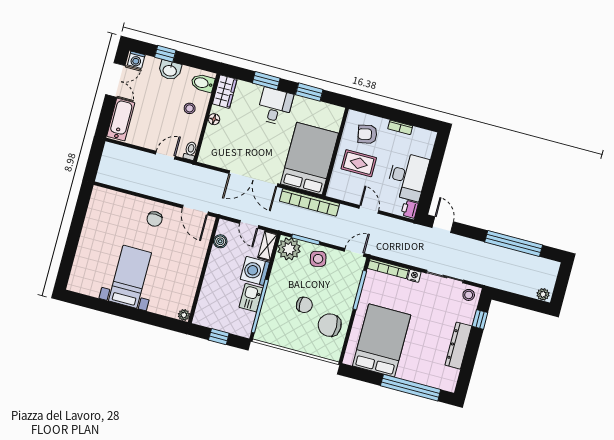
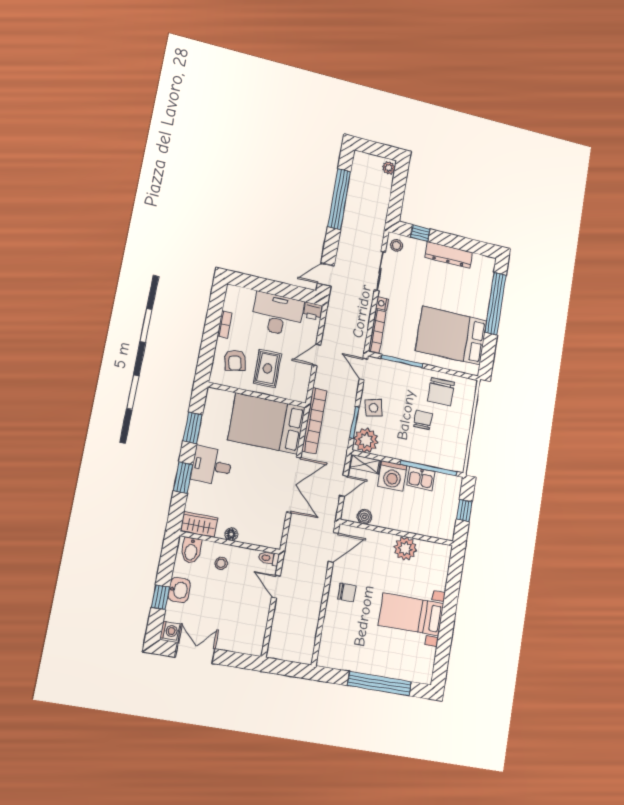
bathtub: (121, 119) -> (240, 642), removed
window: (72, 242) -> (379, 684), added
plant: (184, 315) -> (405, 549), moved, width x1.87, depth x1.87

